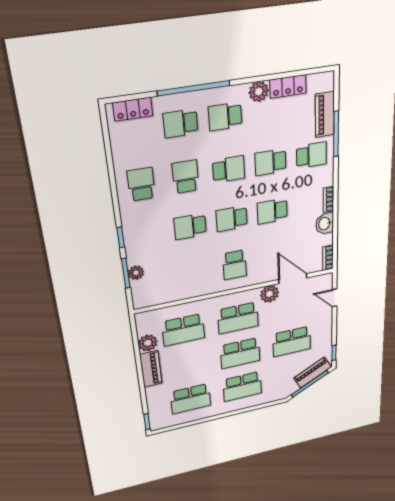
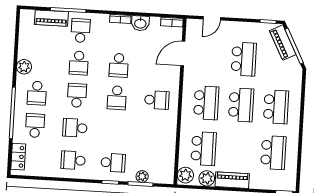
locker: (288, 86) -> (25, 45), removed
school desk: (181, 123) -> (35, 126), turned 180
school desk: (190, 226) -> (113, 163), moved, turned -90
plant: (269, 294) -> (185, 175), moved

